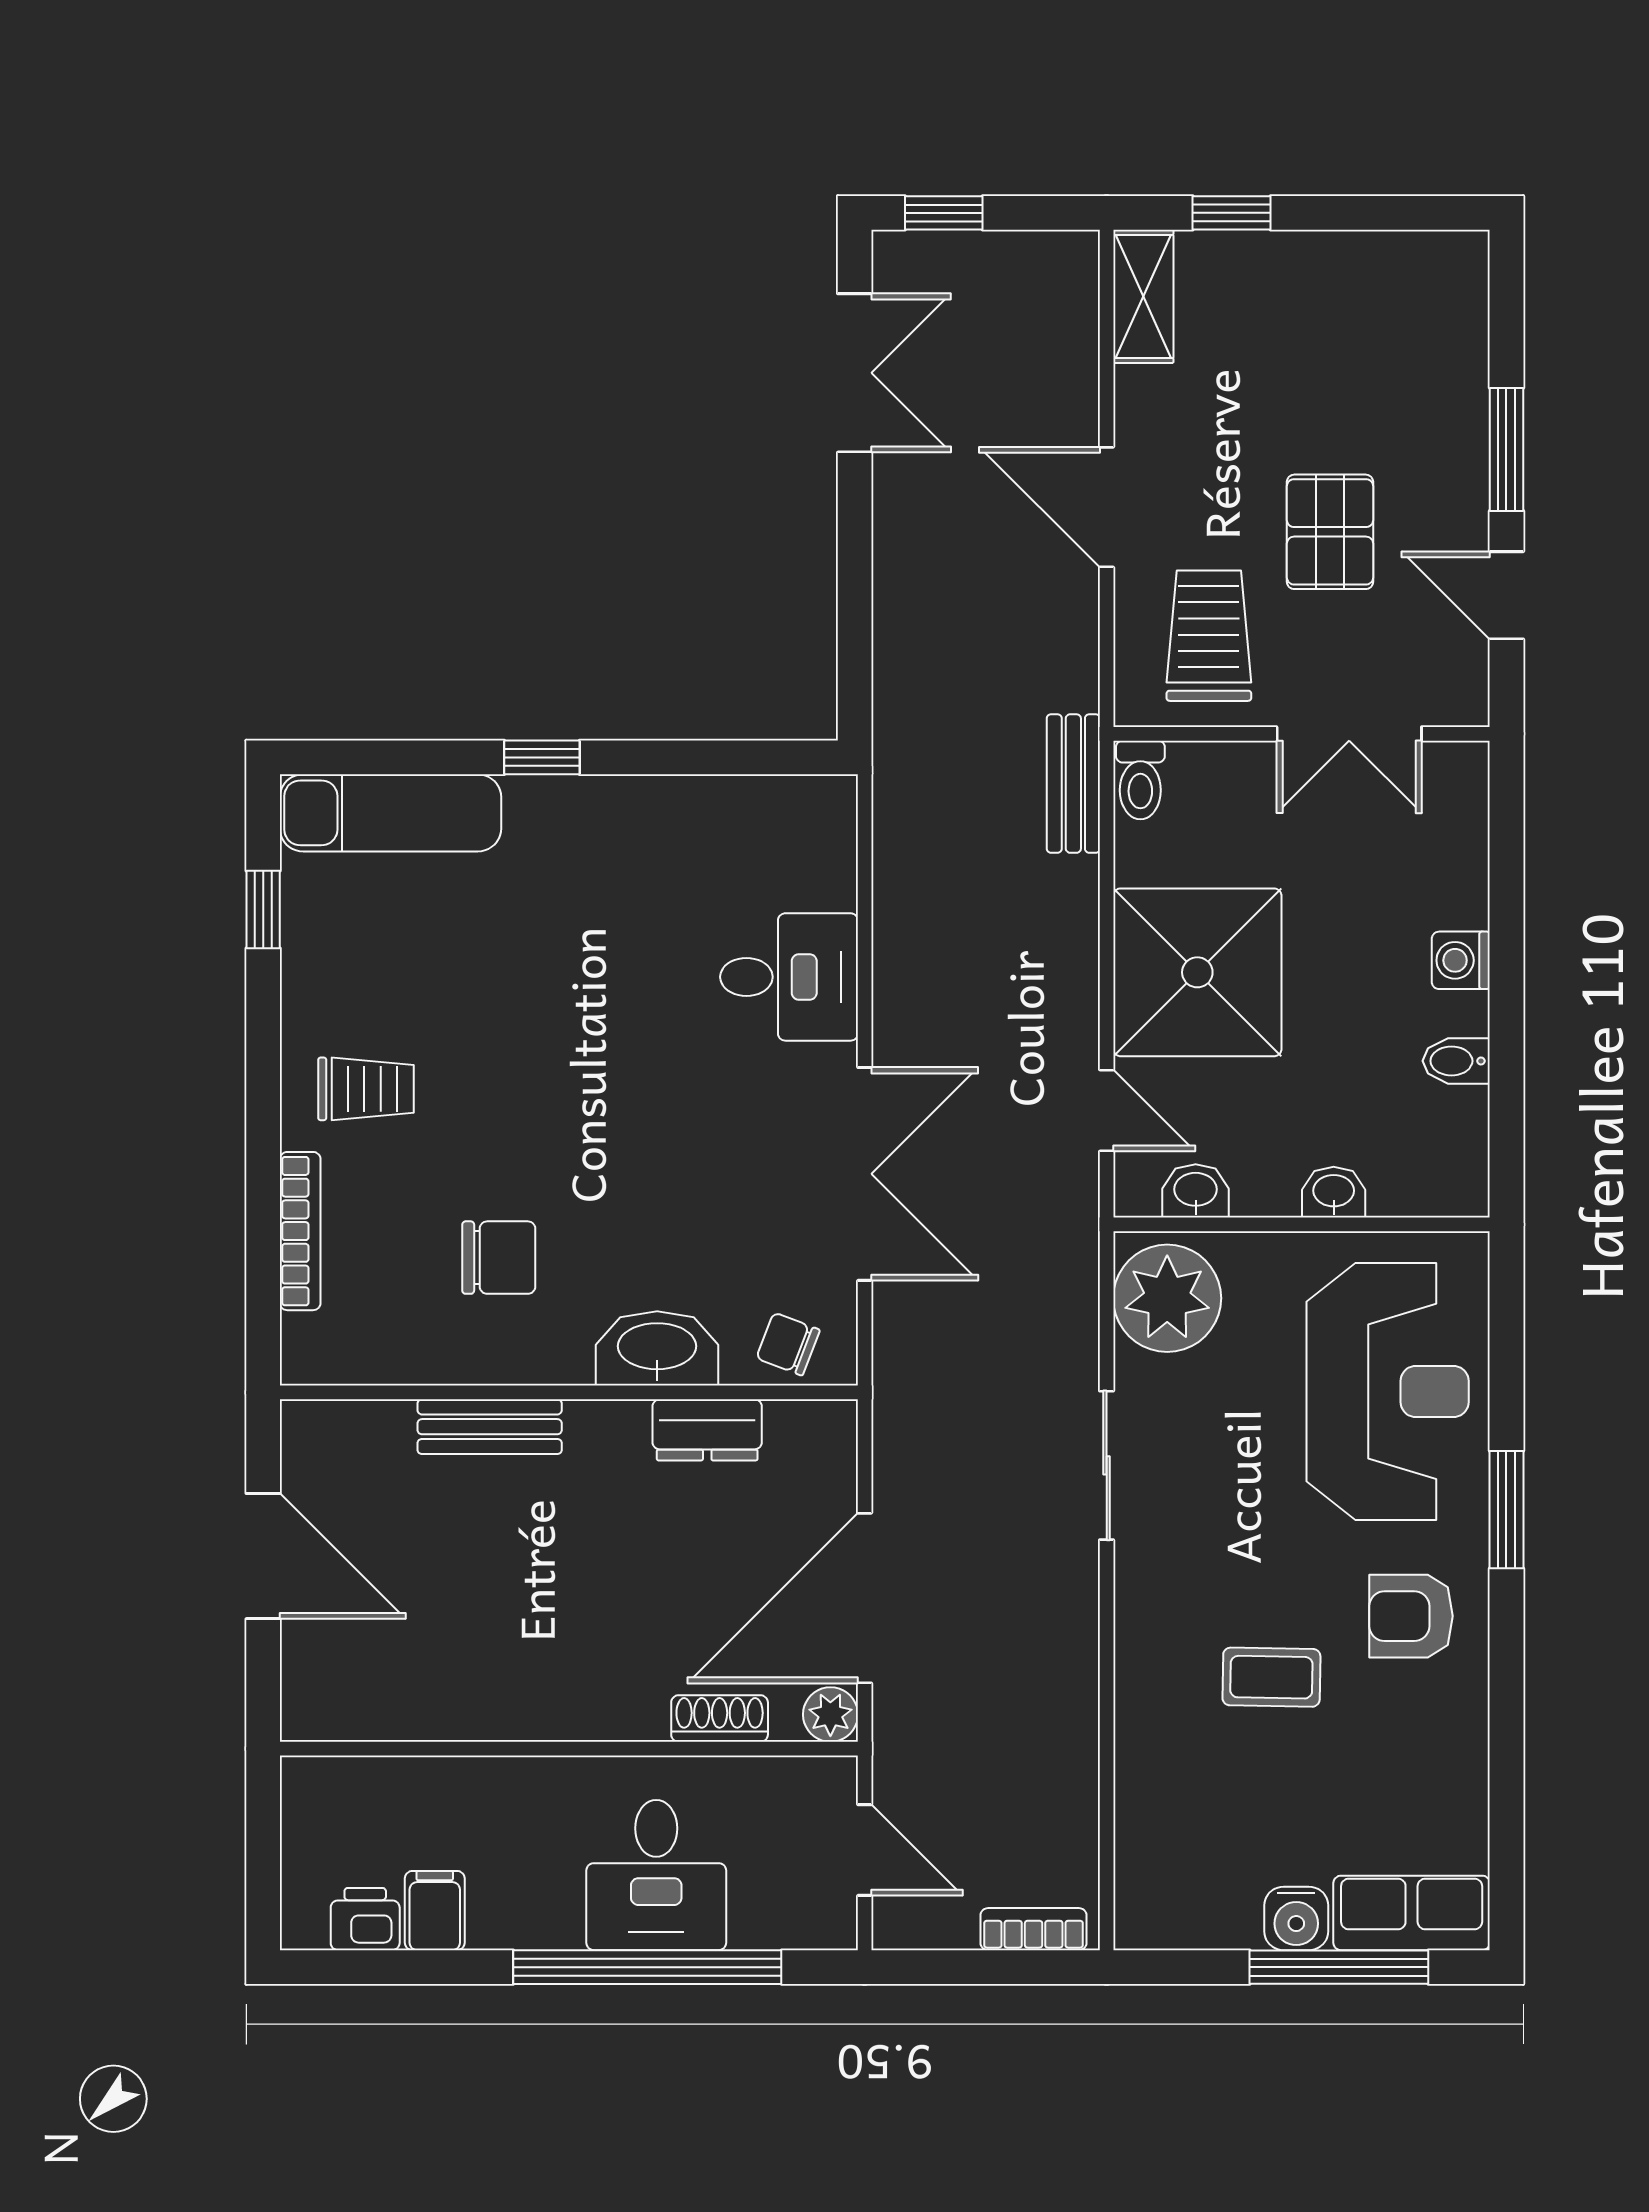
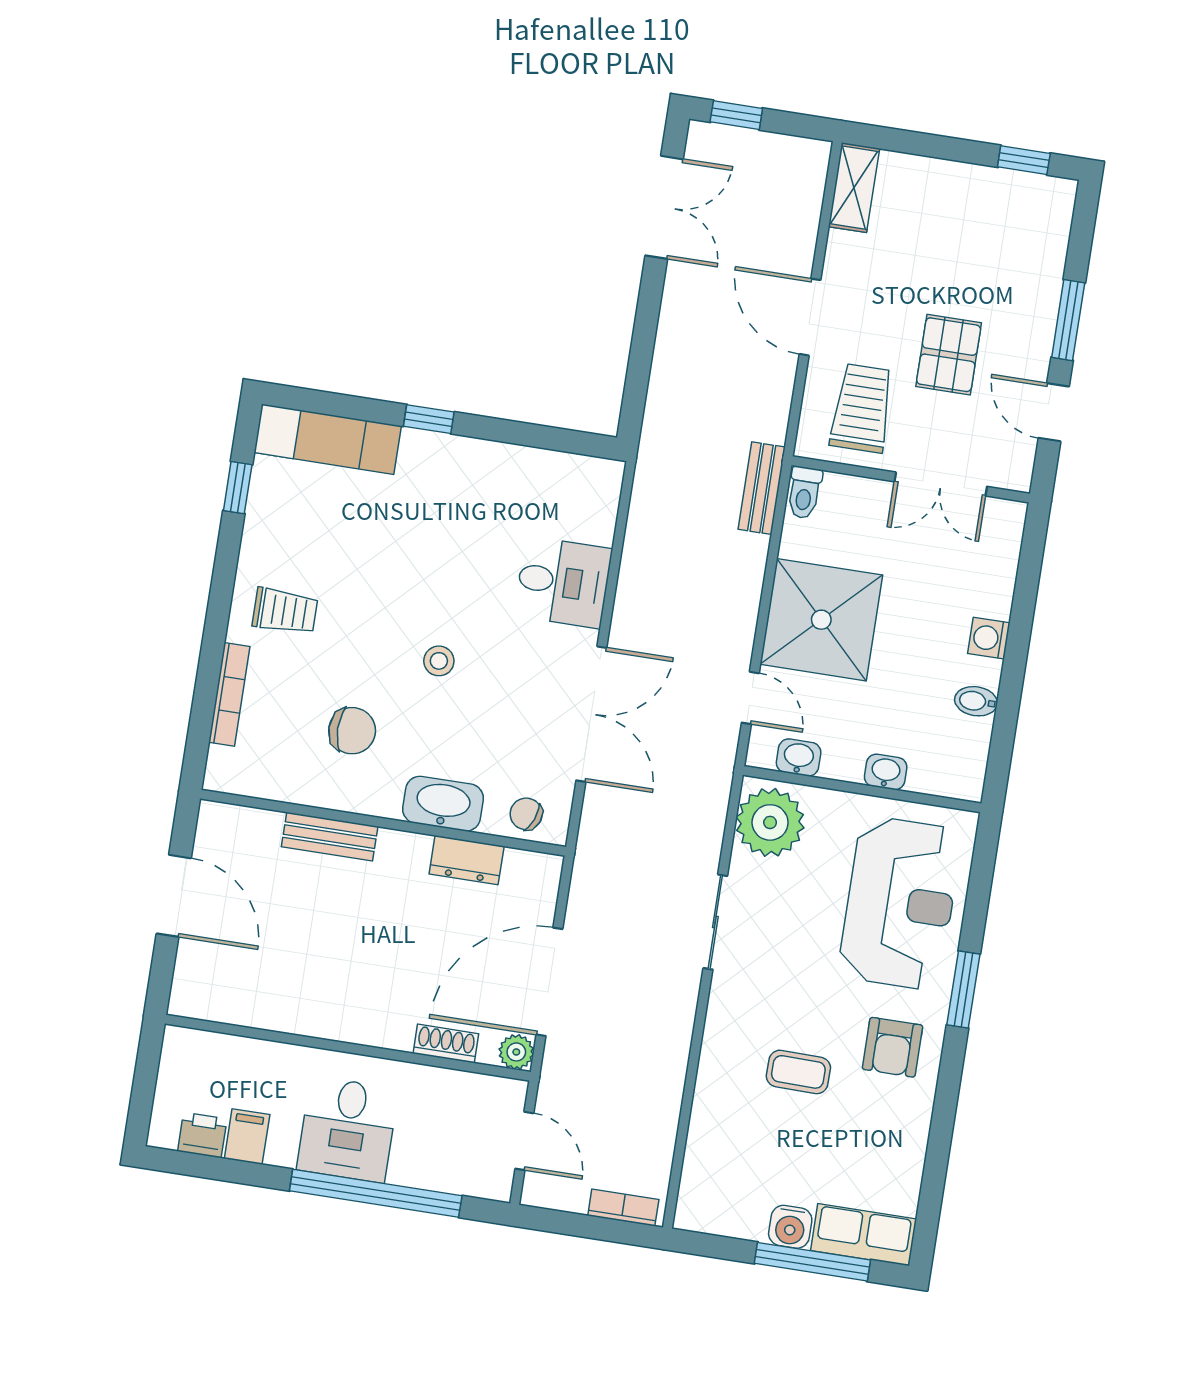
window: (1232, 213) -> (1024, 160), moved
stool: (616, 1129) -> (439, 661), added
armchair: (1411, 1616) -> (893, 1047), turned -90
desk: (656, 1875) -> (348, 1129), moved

